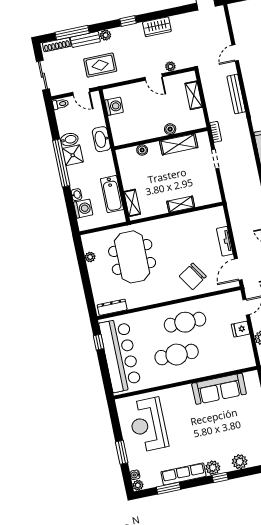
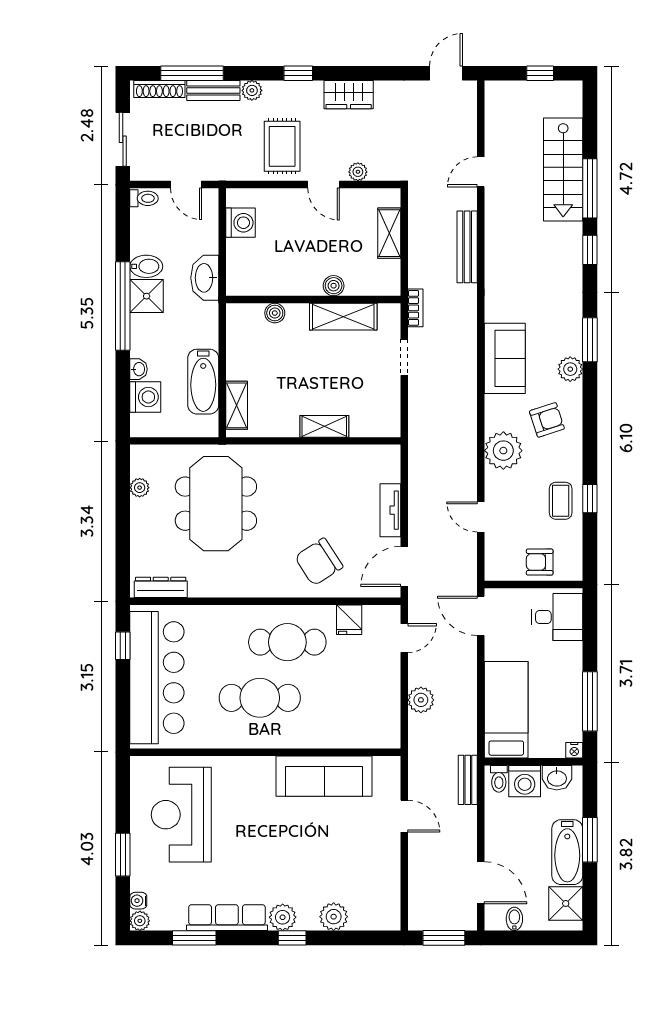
rug: (100, 65) -> (282, 146), moved, turned 90
fridge: (241, 329) -> (349, 620), moved, turned -90

